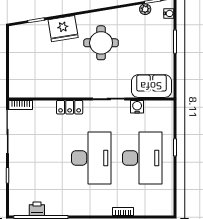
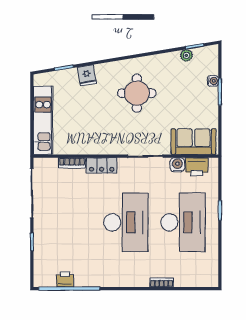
water cooler: (169, 13) -> (213, 81), moved
fridge: (63, 29) -> (87, 75), width x0.53, depth x0.75
kitchen unit: (17, 67) -> (43, 120), added
bookcase: (21, 105) -> (72, 163), moved
printer: (154, 108) -> (197, 167), added

